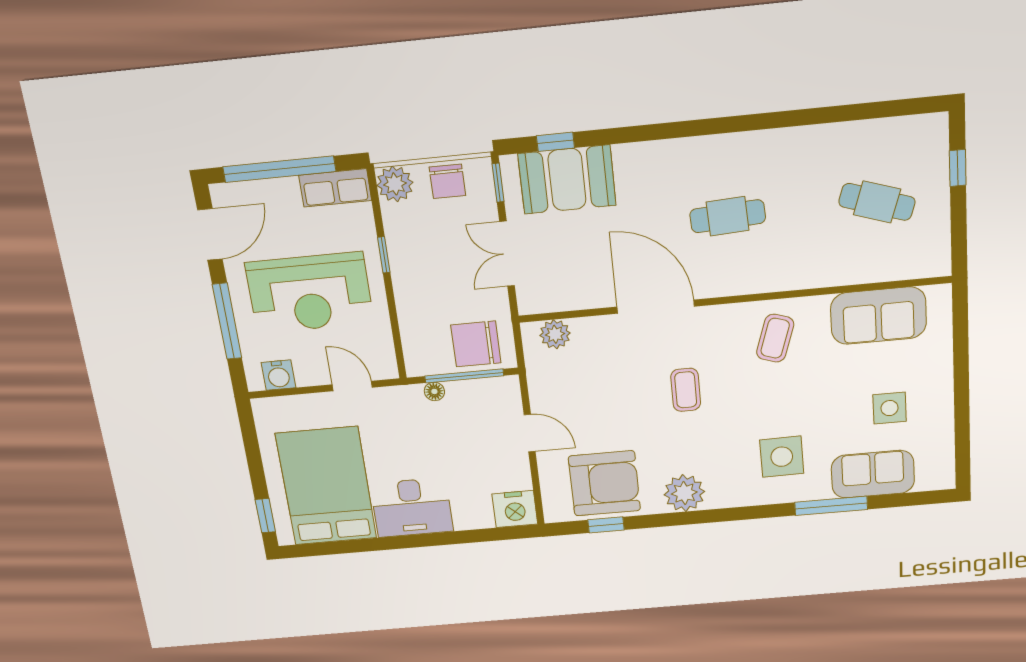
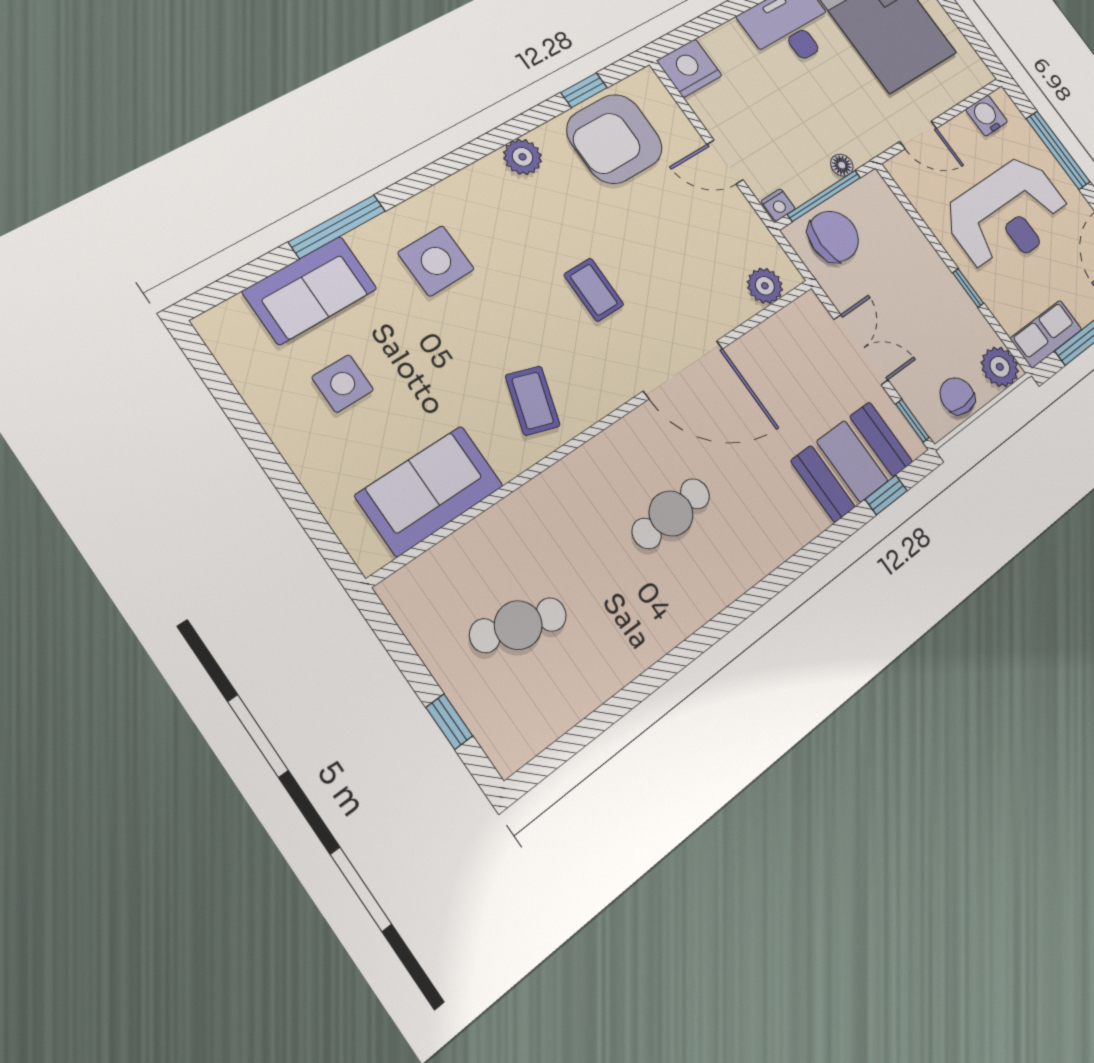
reception desk: (310, 293) -> (1008, 215), turned 180
nightstand: (507, 386) -> (778, 205), added
plant: (684, 493) -> (523, 157), width x0.73, depth x0.73

